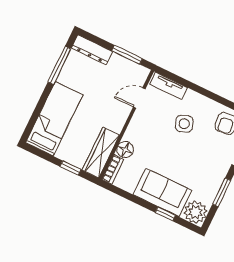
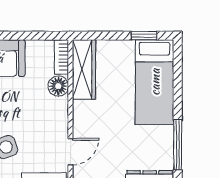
window: (70, 168) -> (144, 36), moved

